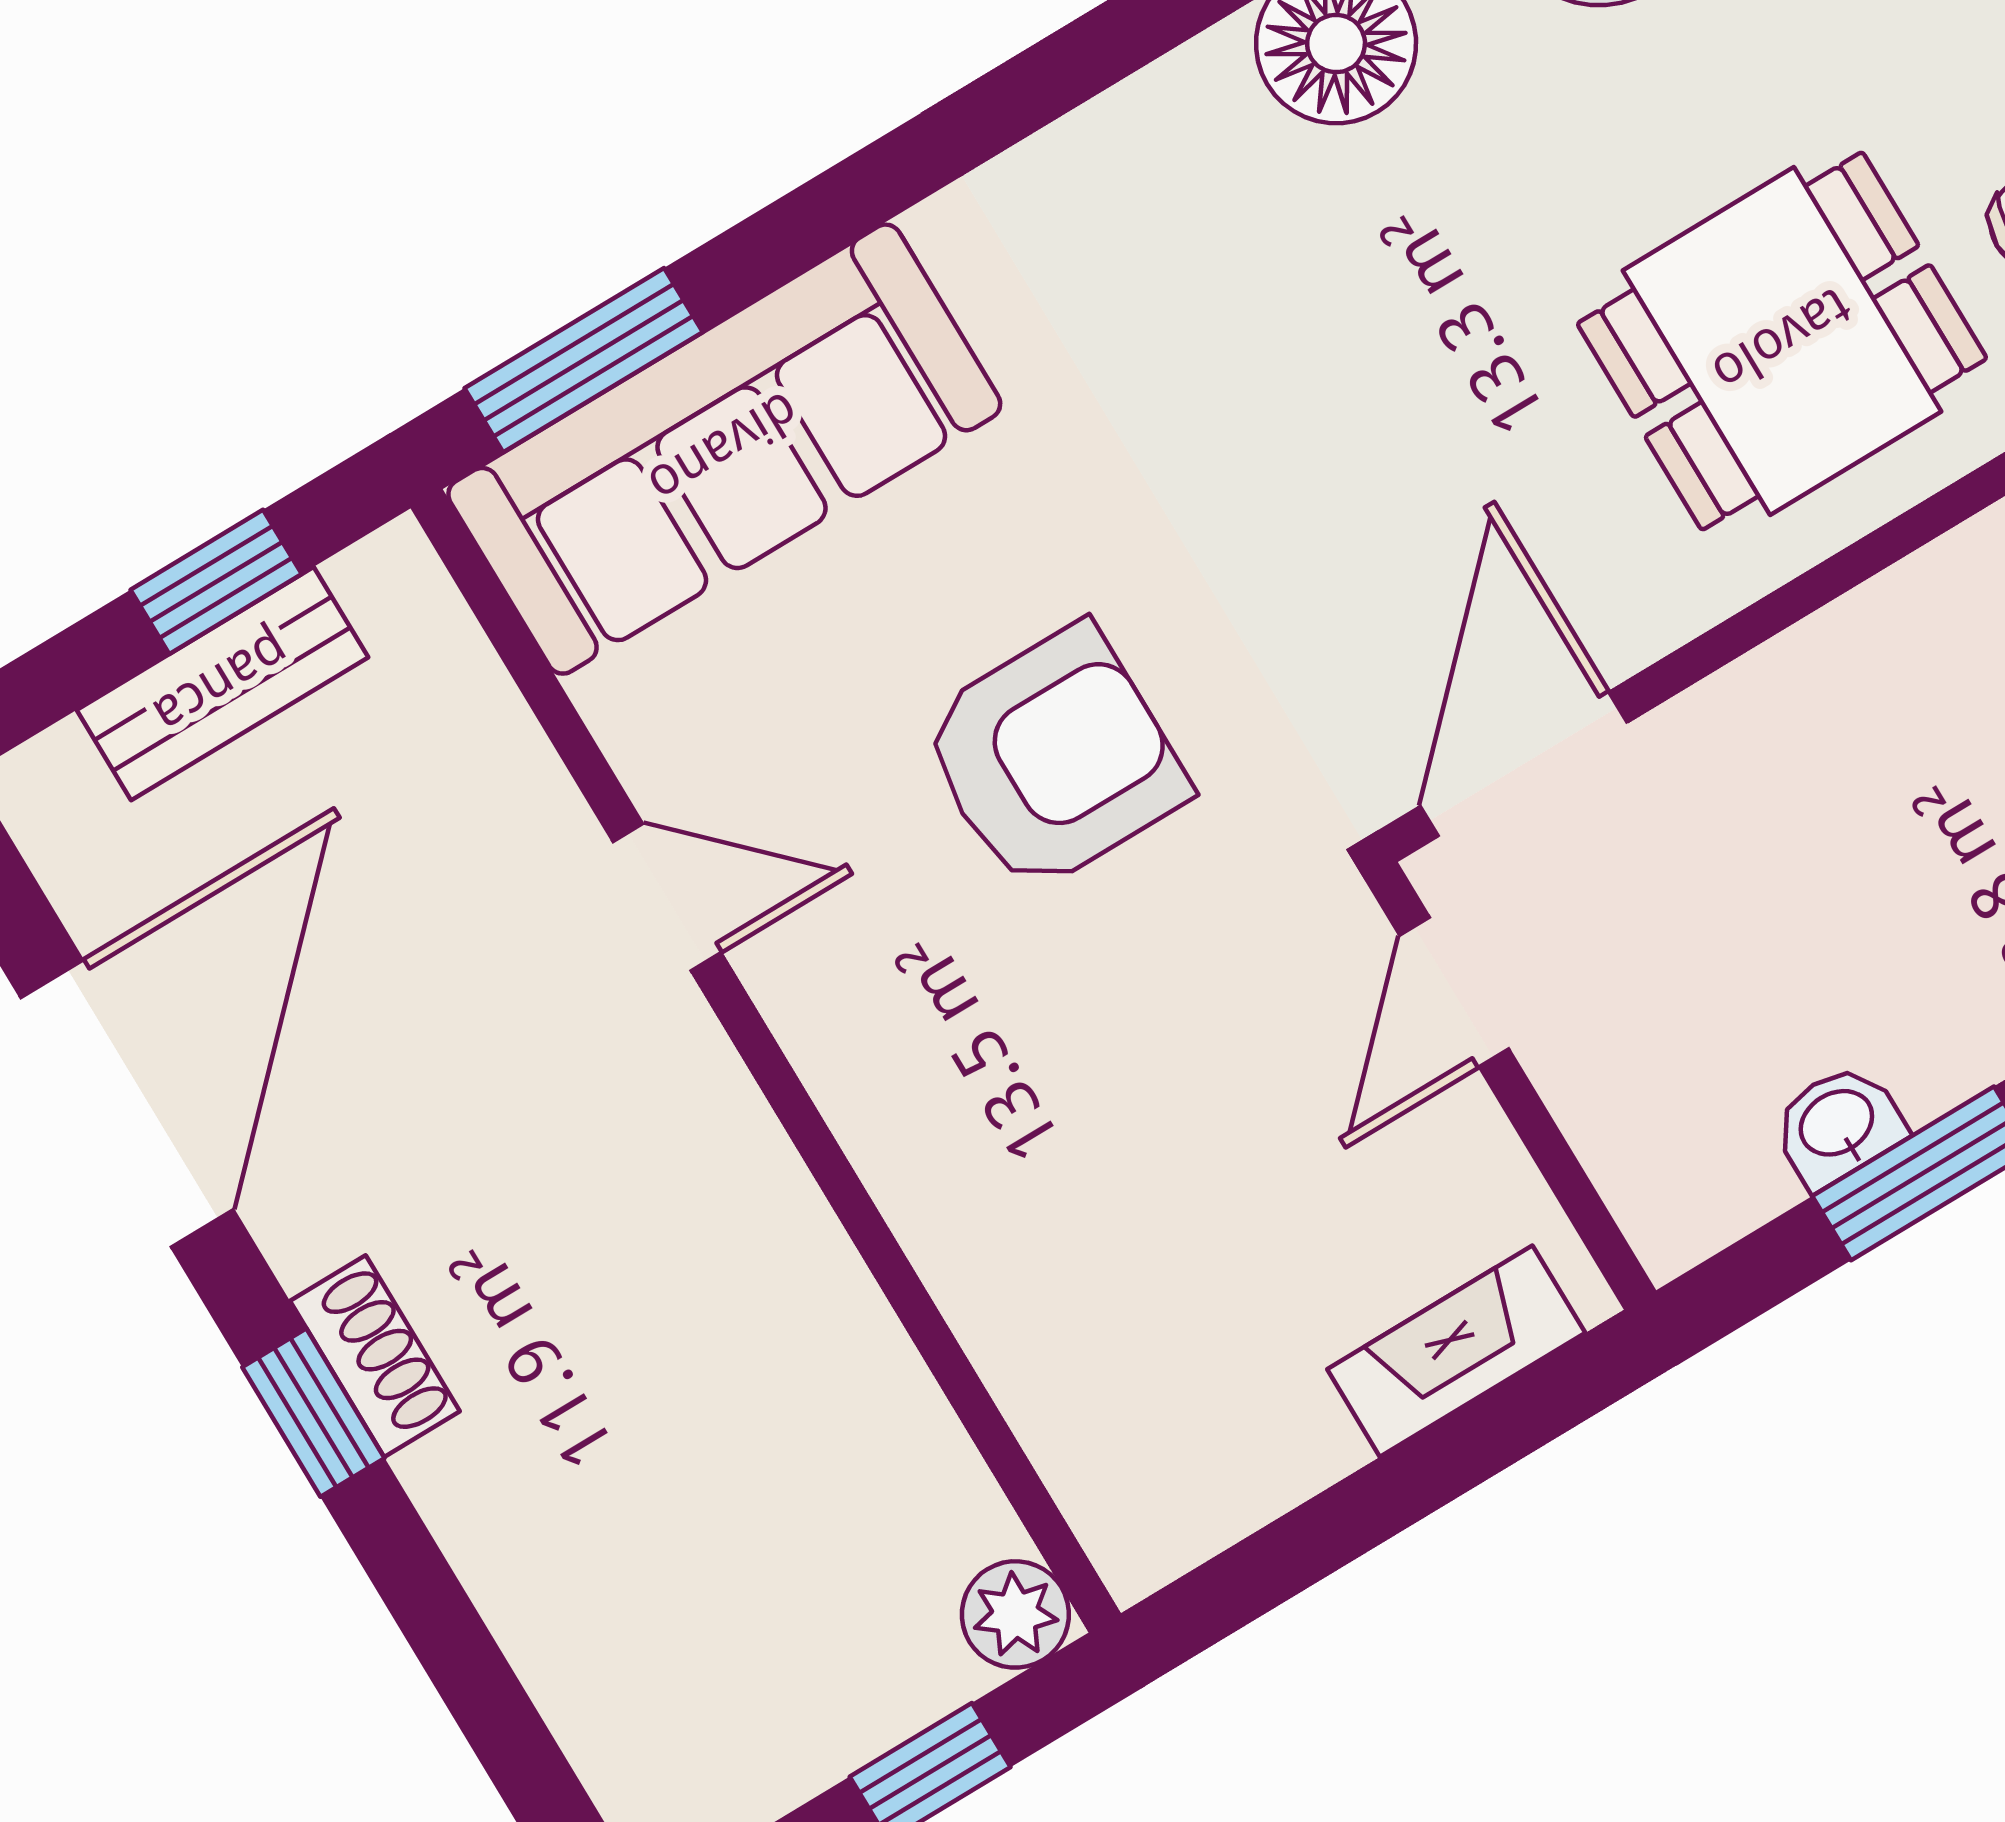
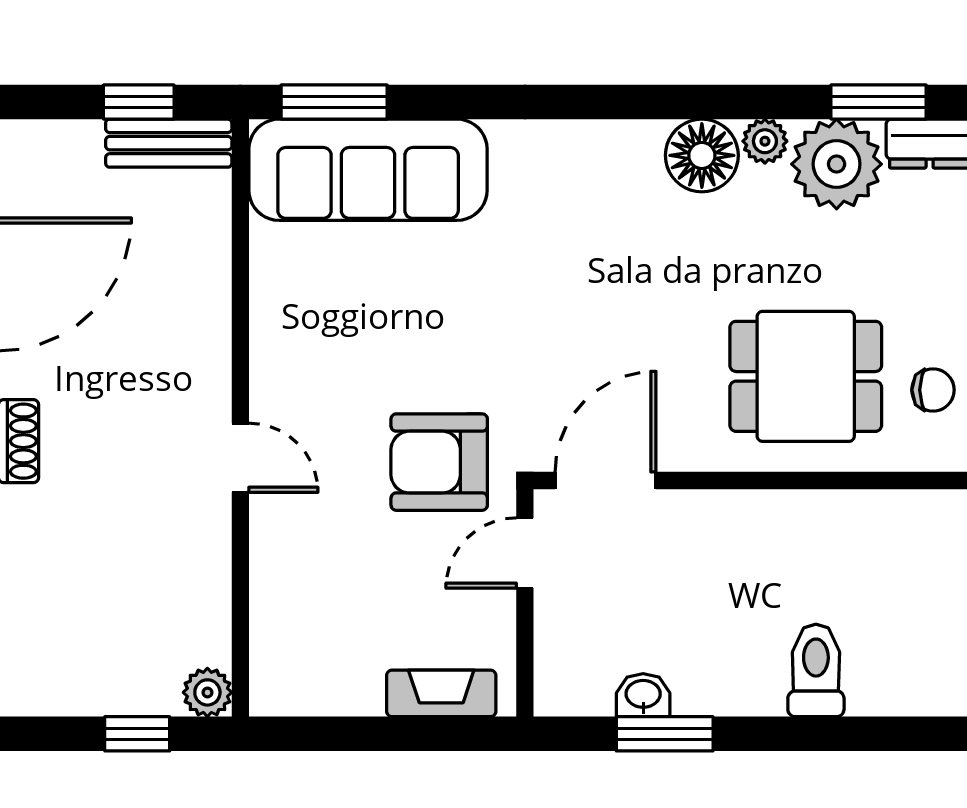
bench: (222, 684) -> (169, 143), moved
armchair: (1053, 759) -> (439, 462), moved, turned 180
door: (667, 897) -> (240, 458), moved

